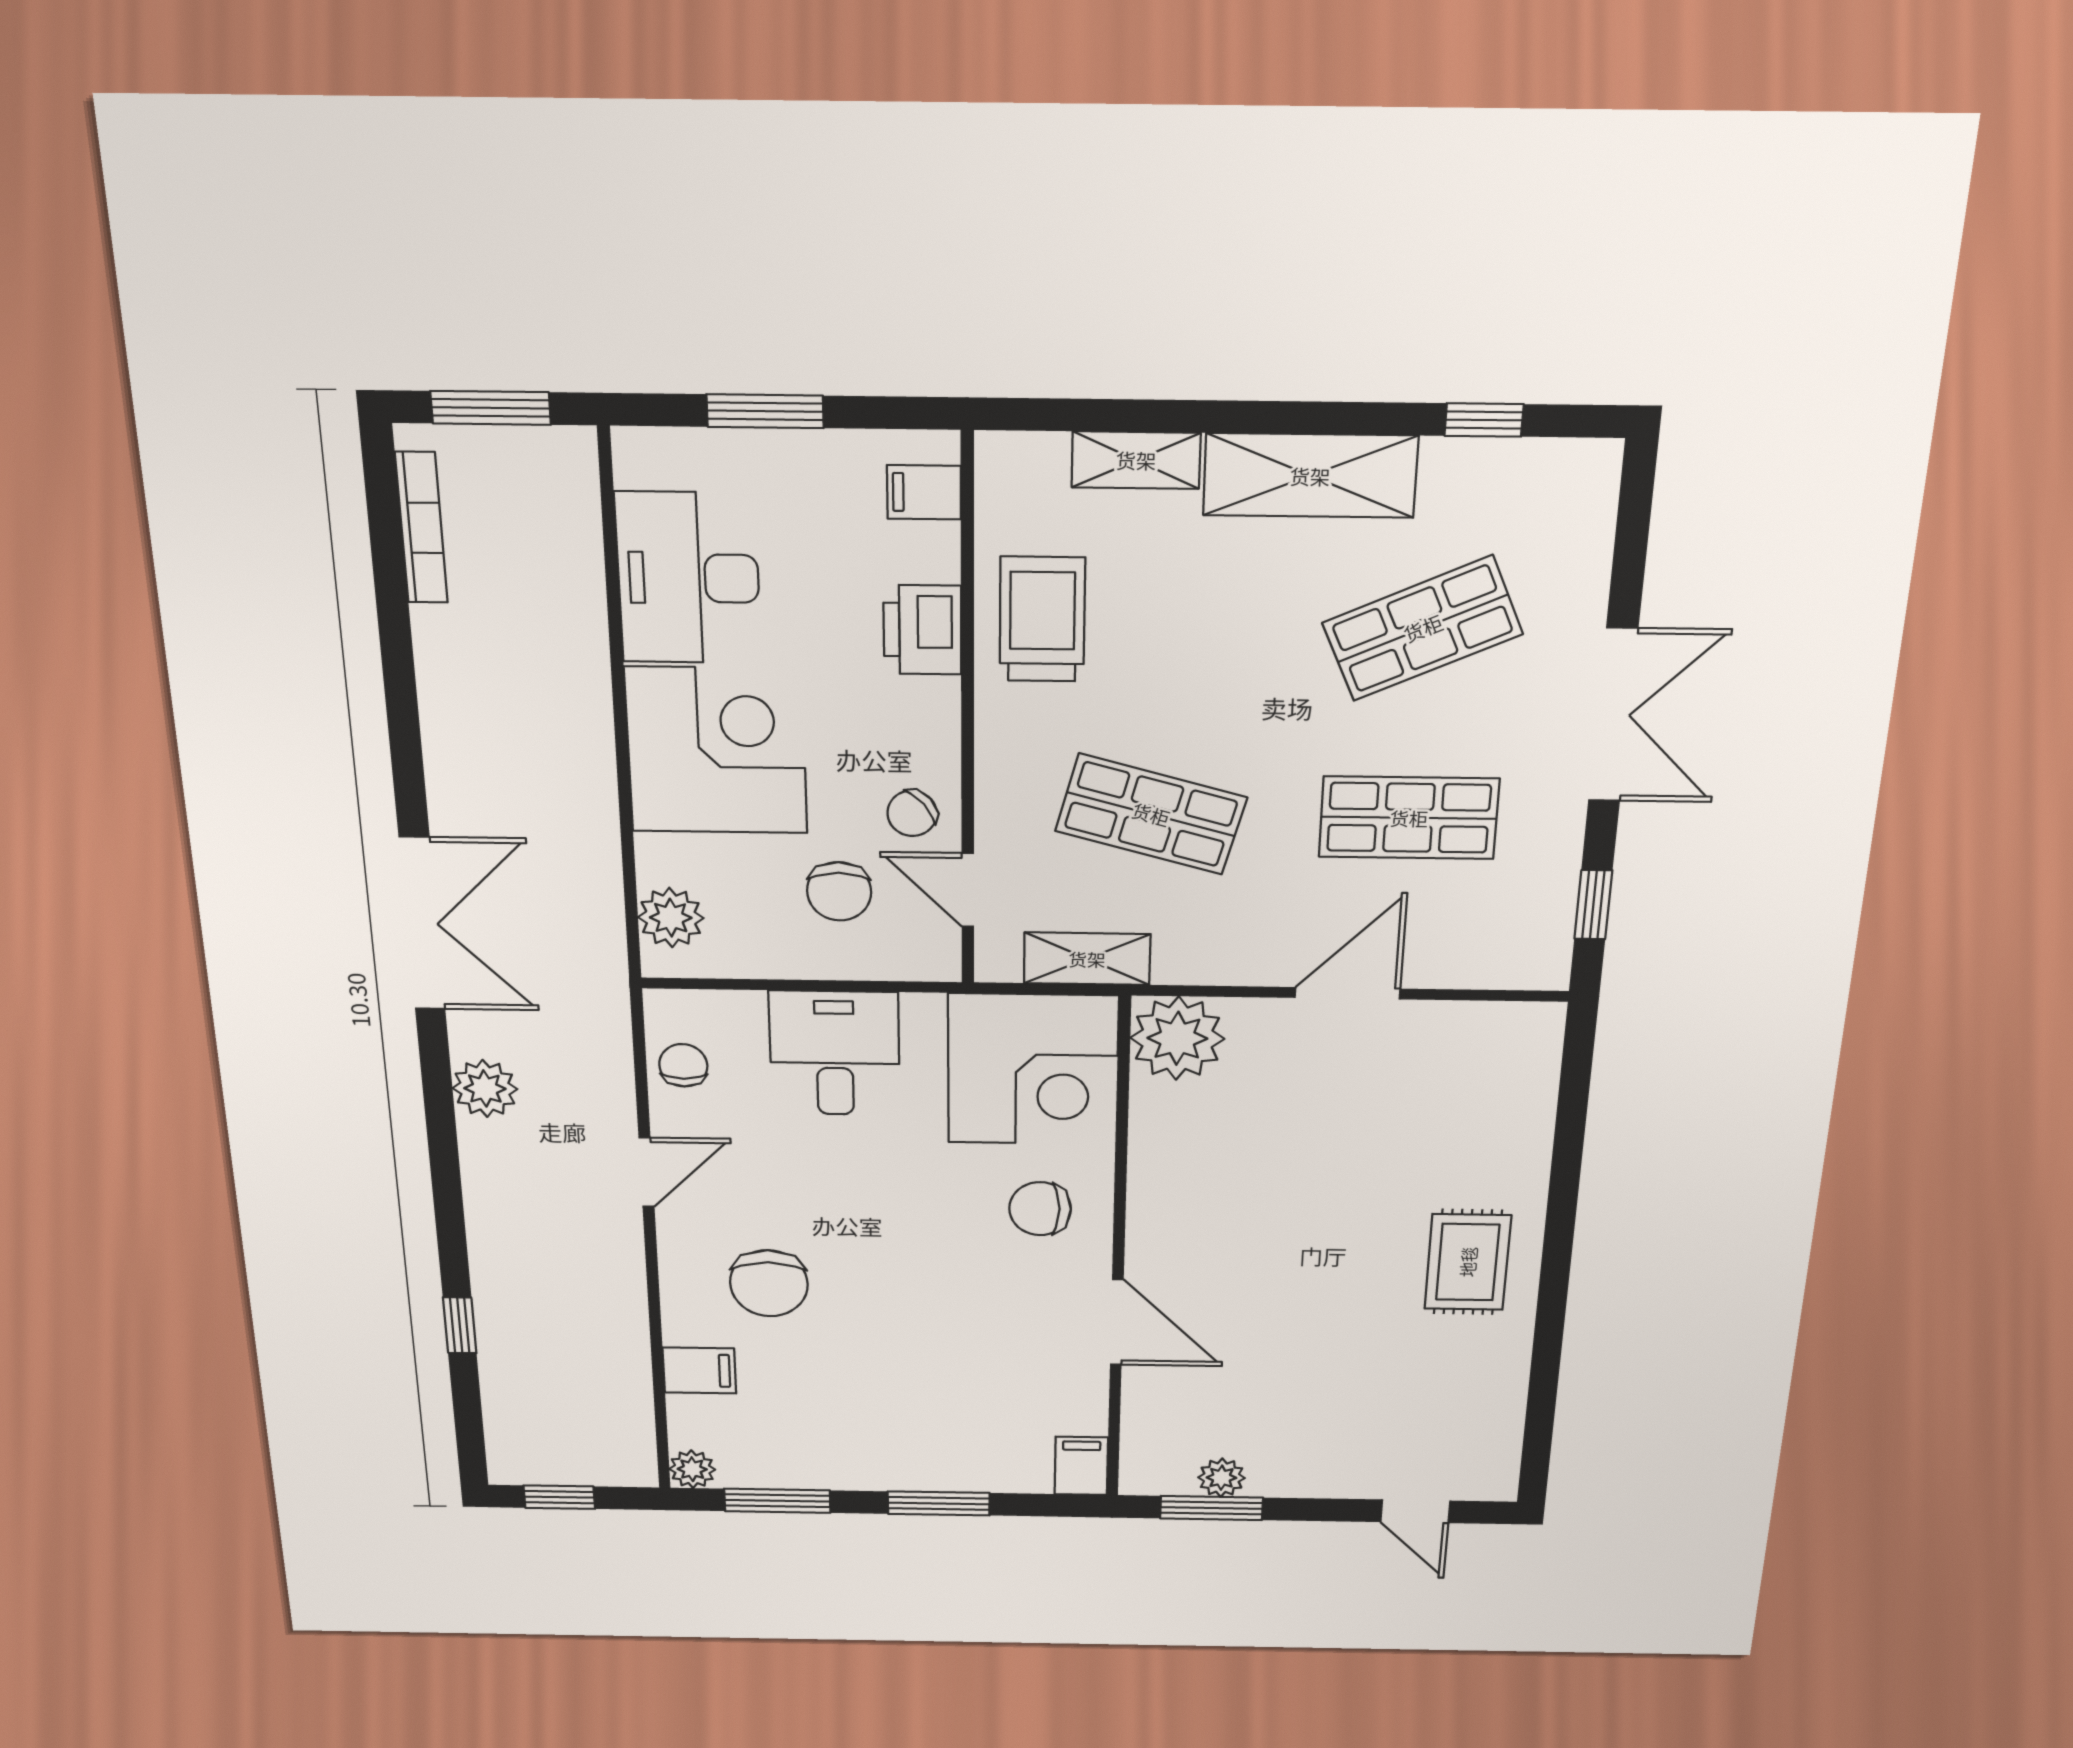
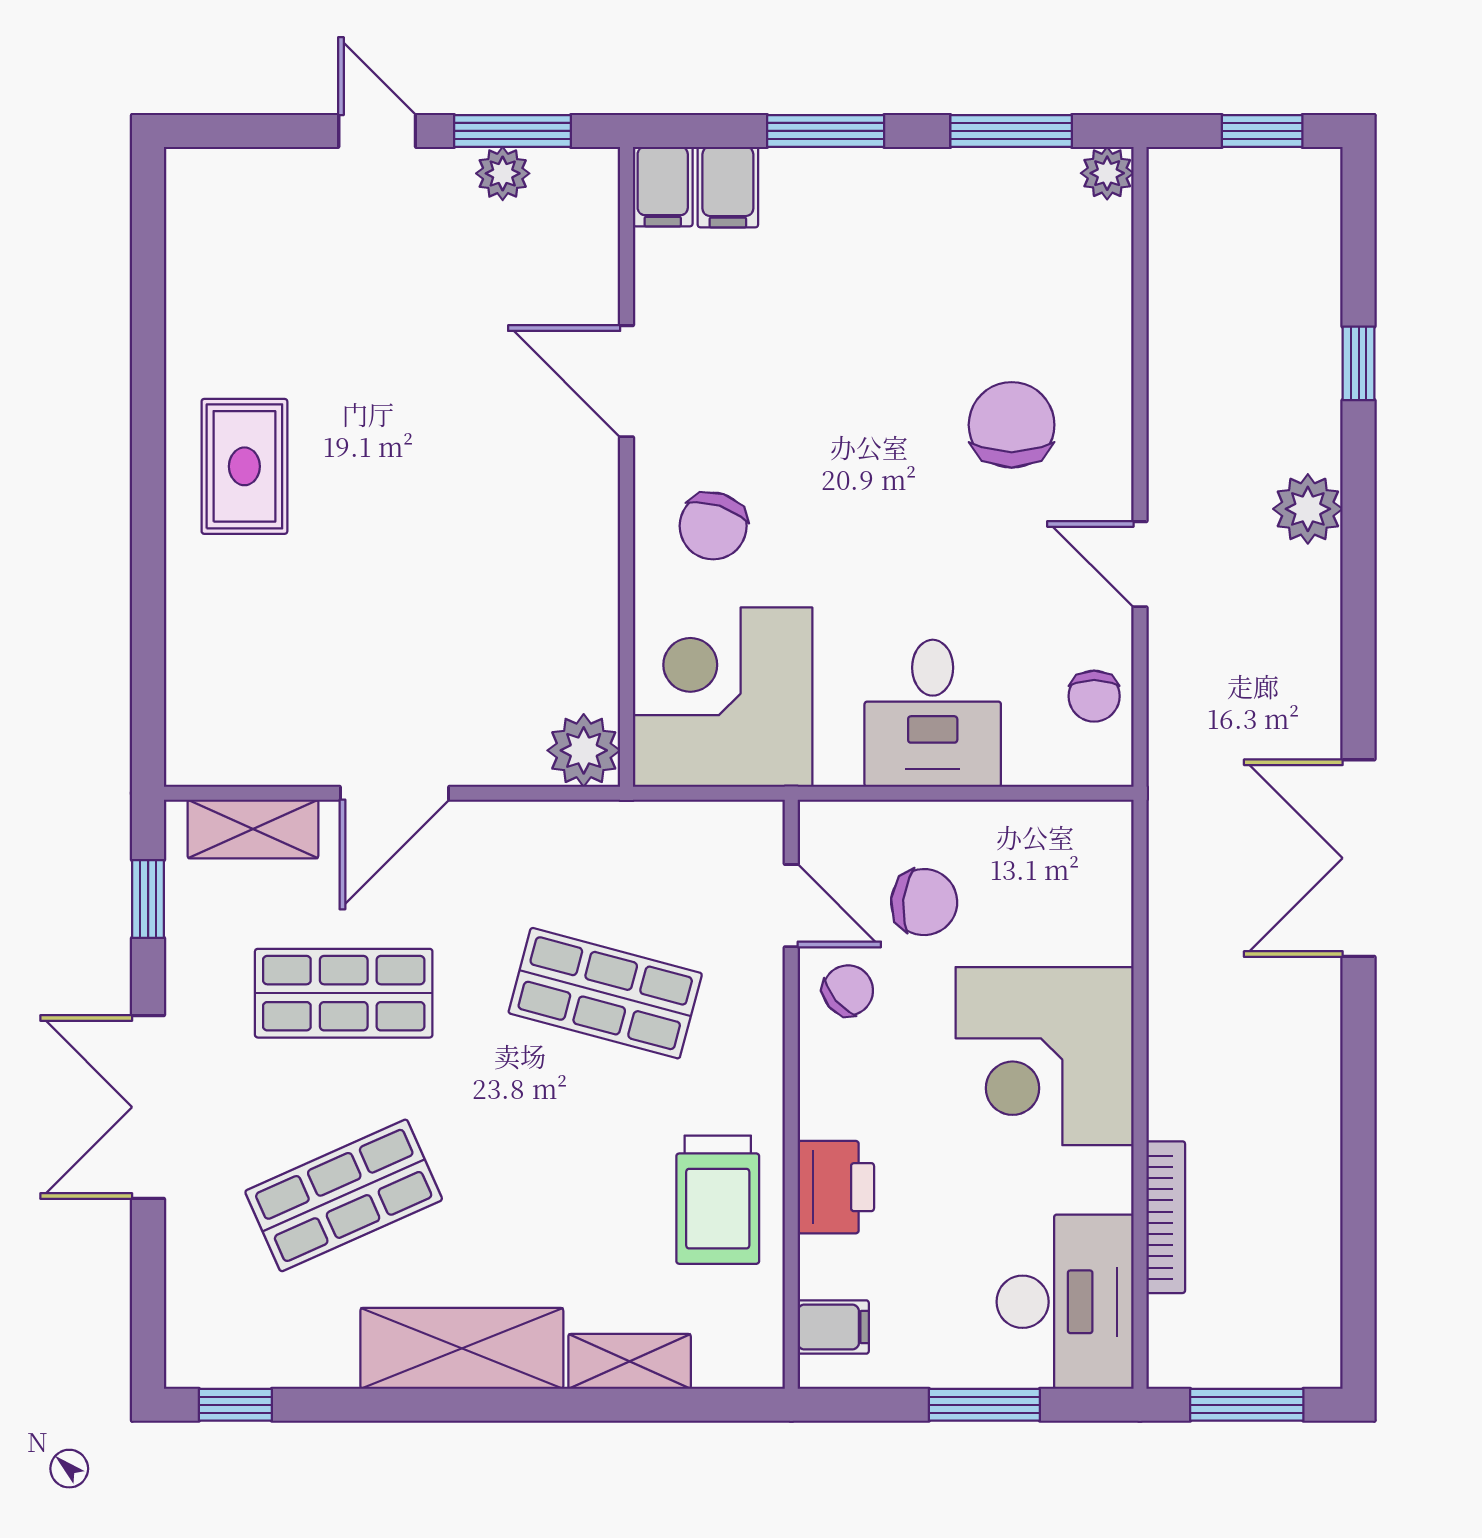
window: (1484, 420) -> (235, 1405), moved
bookcase: (421, 528) -> (1166, 1217), moved, turned 180
desk: (688, 578) -> (1065, 1302), moved
chair: (839, 891) -> (924, 902), turned 96
plant: (671, 918) -> (1099, 869), removed
shelving: (1087, 959) -> (253, 829), moved
plant: (1177, 1038) -> (584, 750), width x0.73, depth x0.73
plant: (485, 1089) -> (1308, 509), moved
door: (646, 1172) -> (1140, 564), hinge flipped
chair: (1040, 1209) -> (713, 526), turned 108
filing cabinet: (699, 1370) -> (728, 187), moved, turned -90
door: (1415, 1511) -> (377, 131), moved

